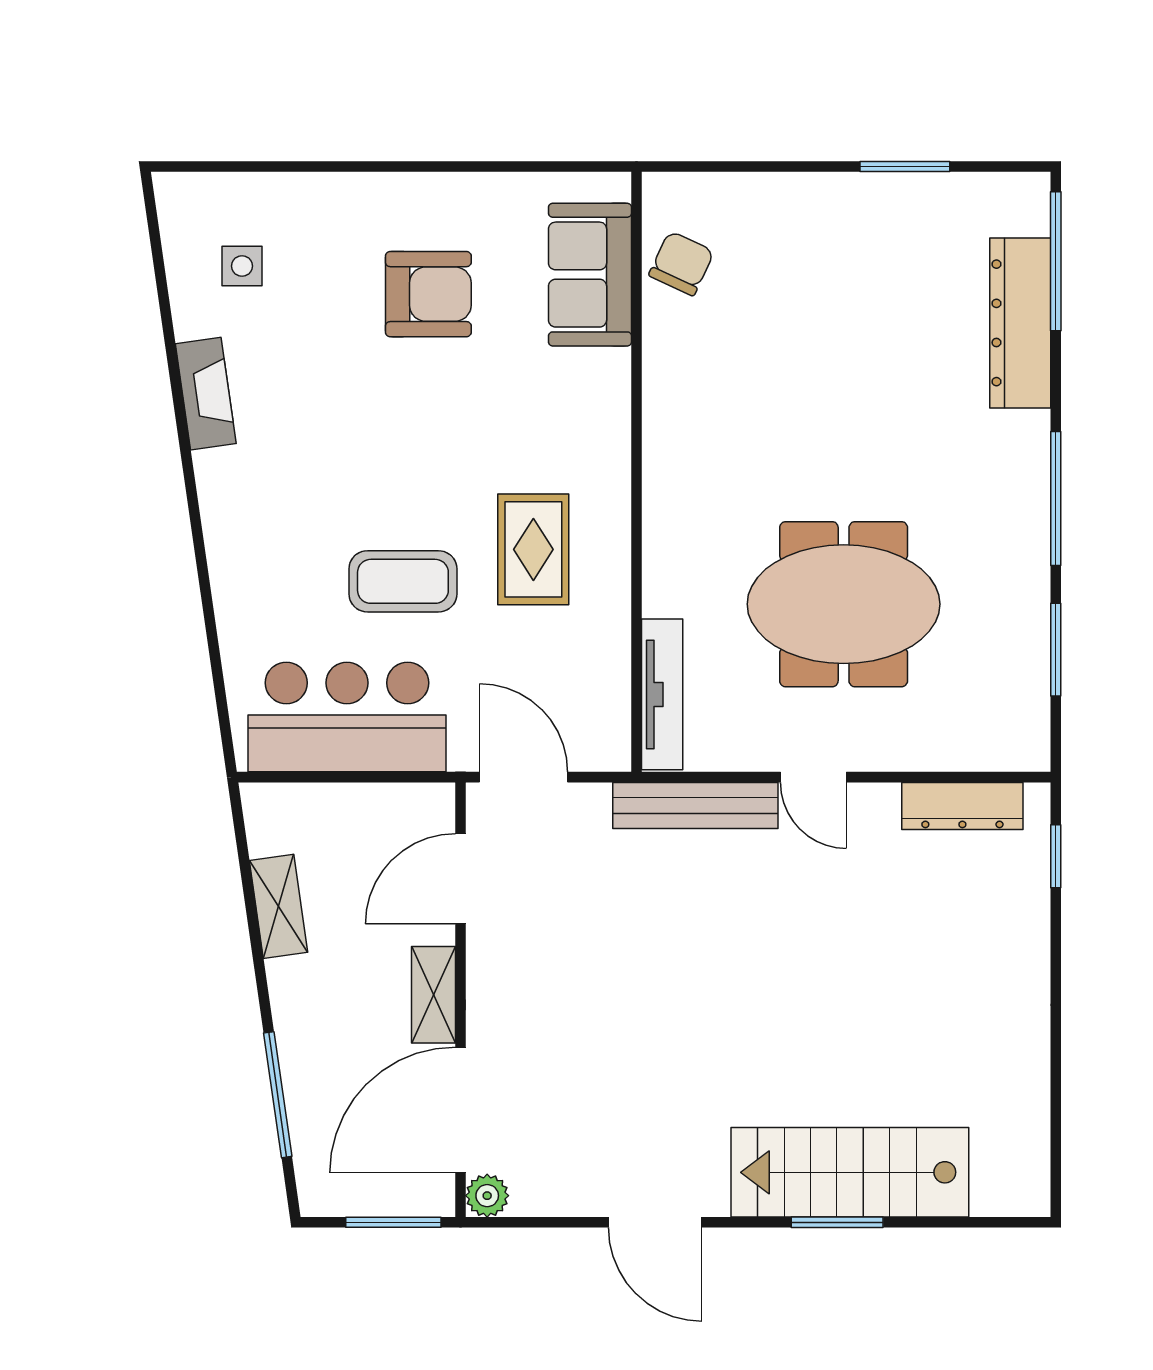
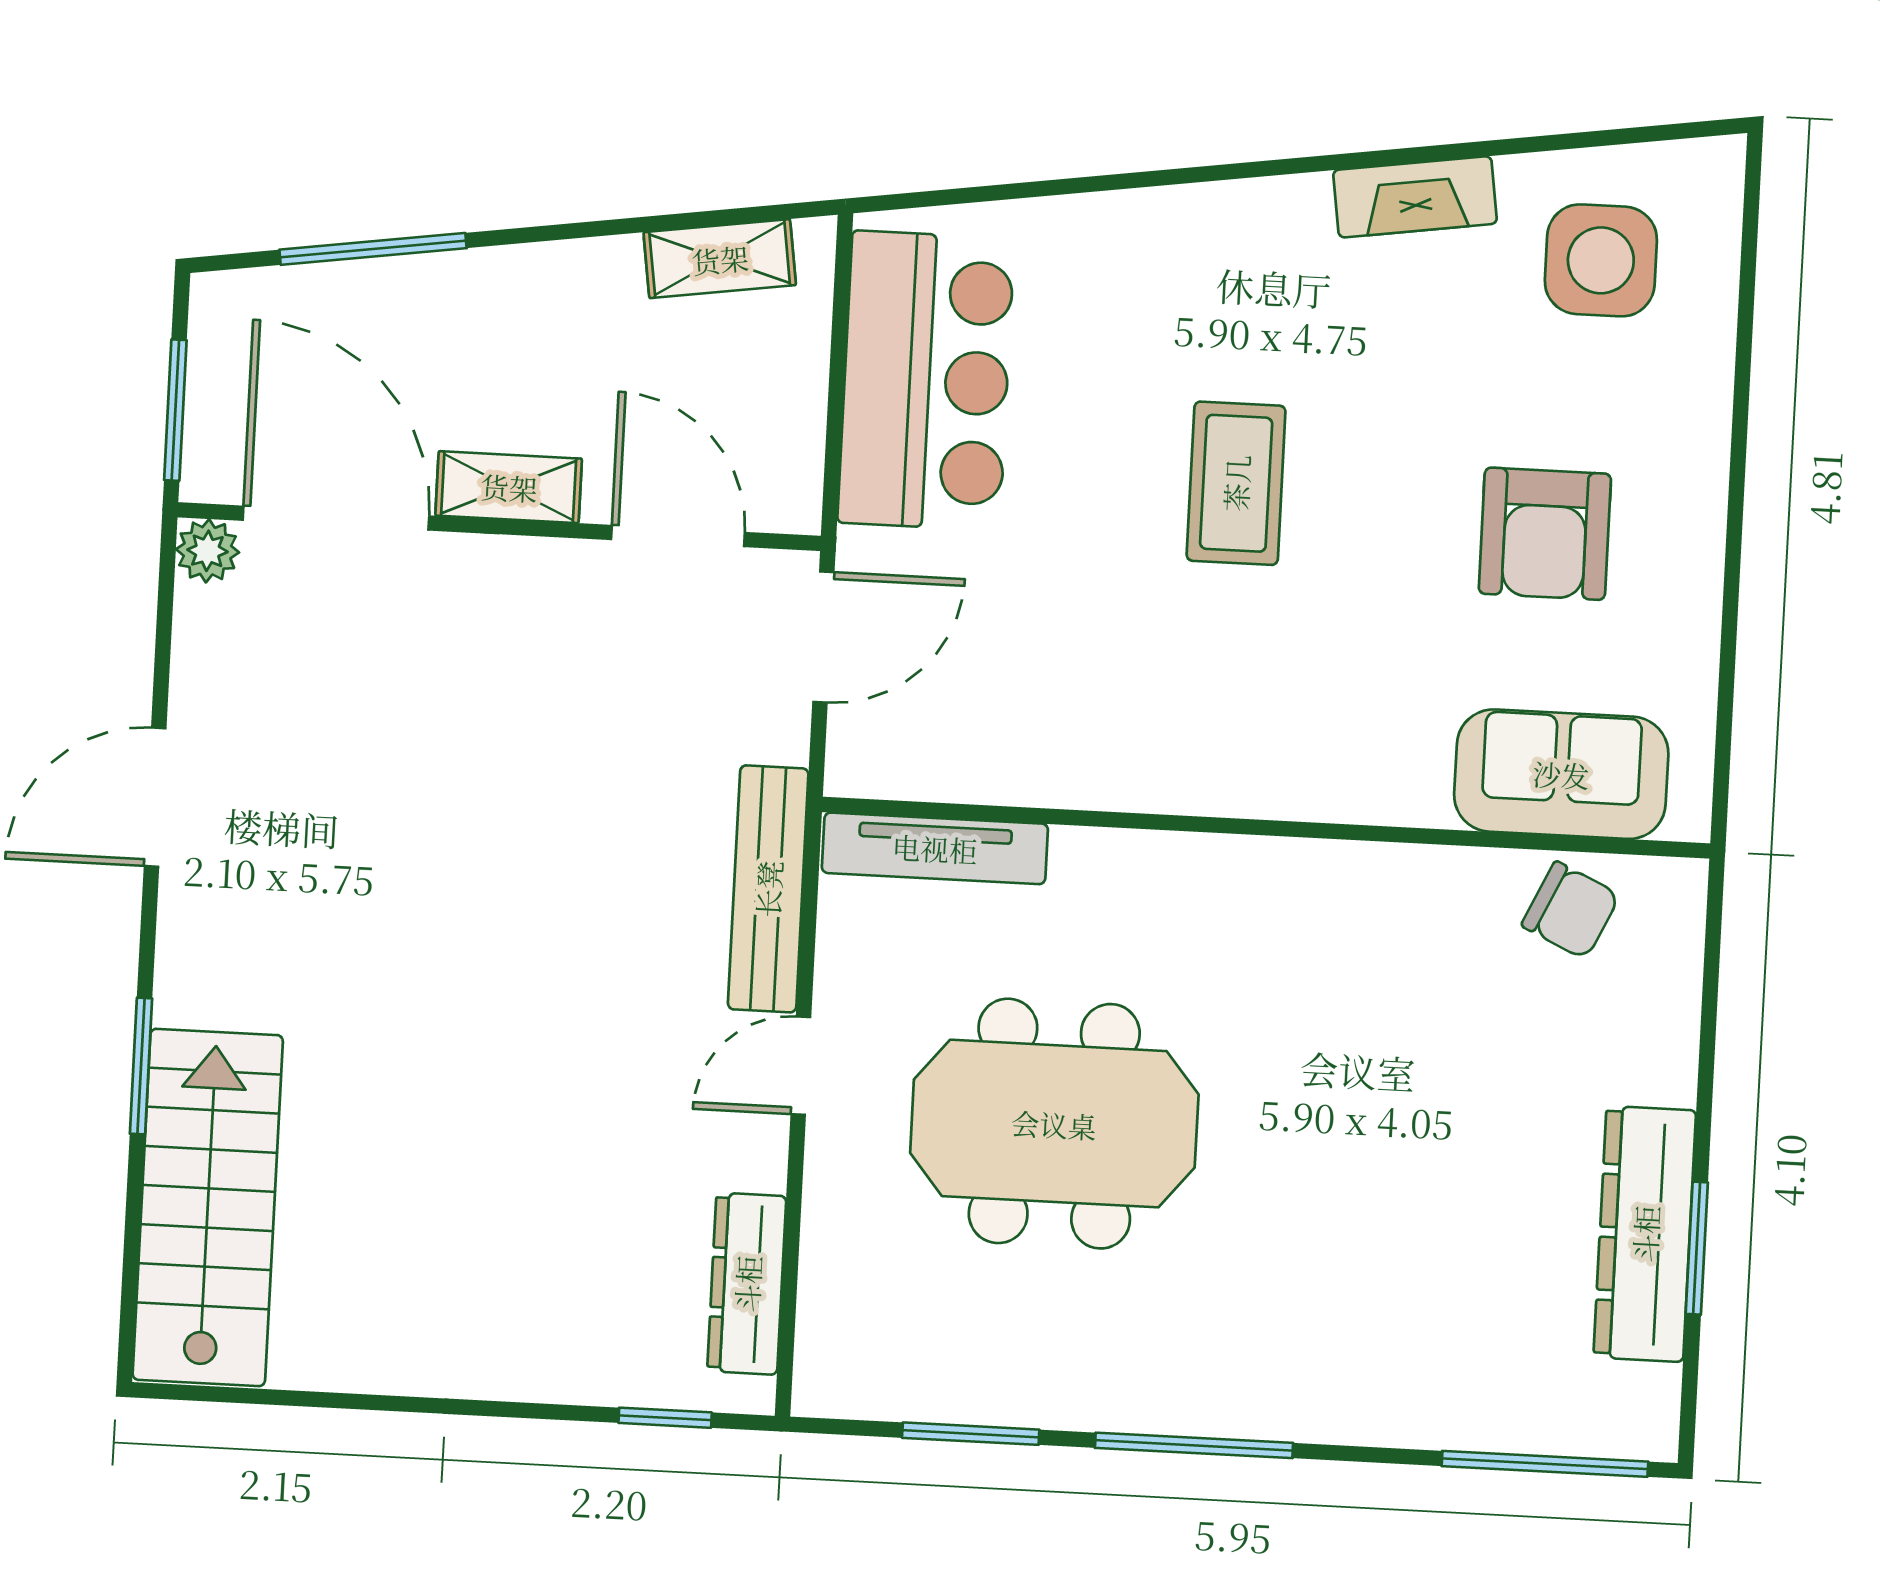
side table: (242, 266) -> (1601, 260), width x1.87, depth x1.87
dresser: (1020, 323) -> (1645, 1234), moved, turned -90
rug: (533, 549) -> (1159, 669), removed
coffee table: (403, 581) -> (1236, 483), moved
meeting table: (844, 604) -> (1054, 1124), turned 90
shelving: (279, 906) -> (720, 259), moved
stairs: (850, 1172) -> (208, 1207), moved

